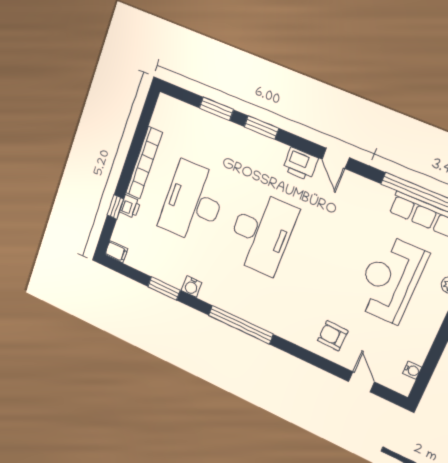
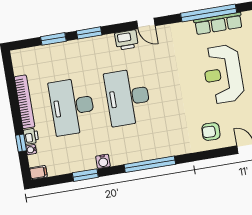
water cooler: (122, 222) -> (31, 150), added
desk: (261, 233) -> (128, 97), turned 180

